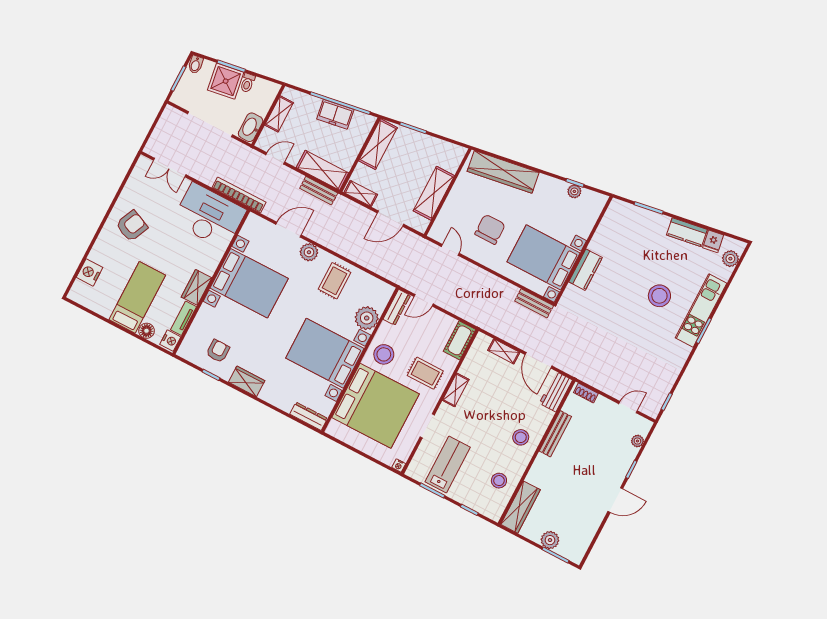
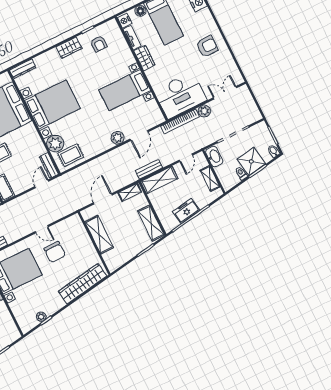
plant: (207, 176) -> (204, 111), added
armchair: (132, 226) -> (207, 46), turned -114
door: (450, 250) -> (42, 229), moved
rug: (335, 281) -> (71, 155), moved, turned 90
bed with nightstands: (249, 283) -> (125, 90), width x0.73
stool: (384, 354) -> (27, 138), removed

